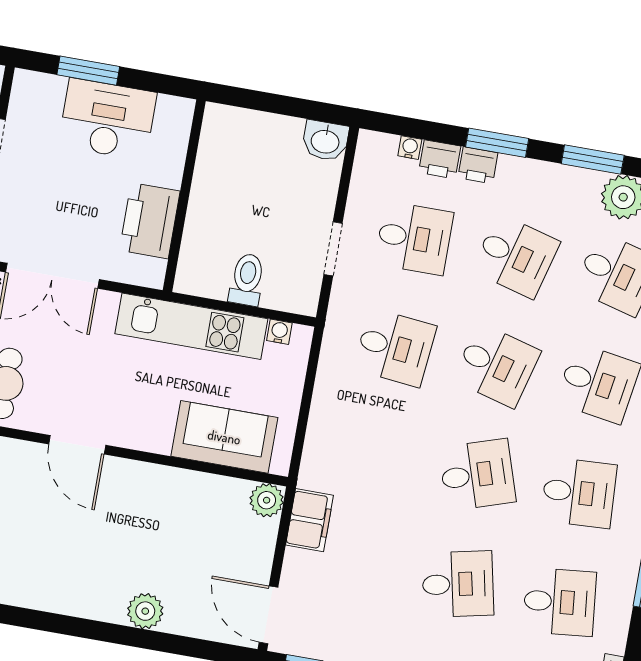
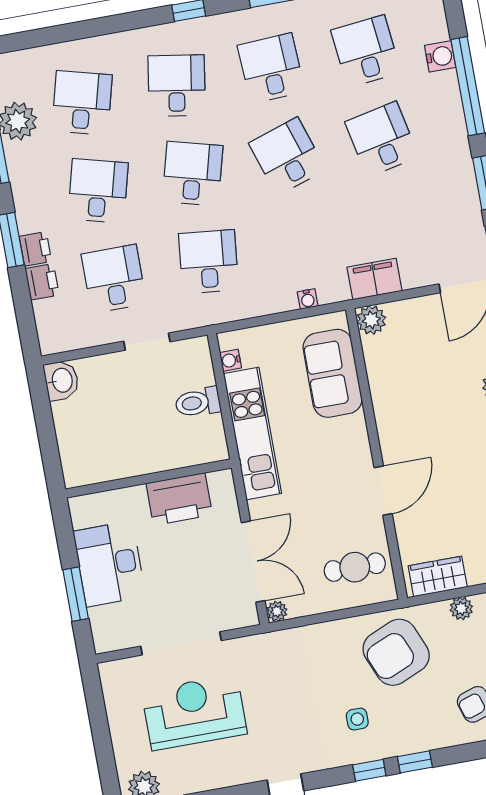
water cooler: (410, 148) -> (308, 299), moved, turned -90

